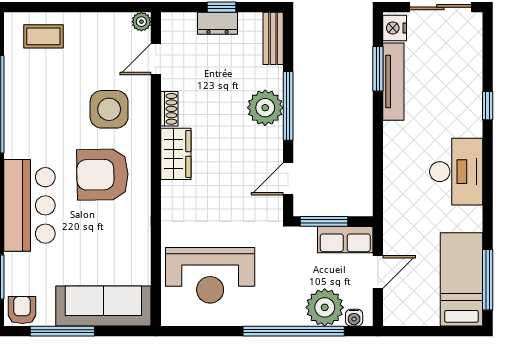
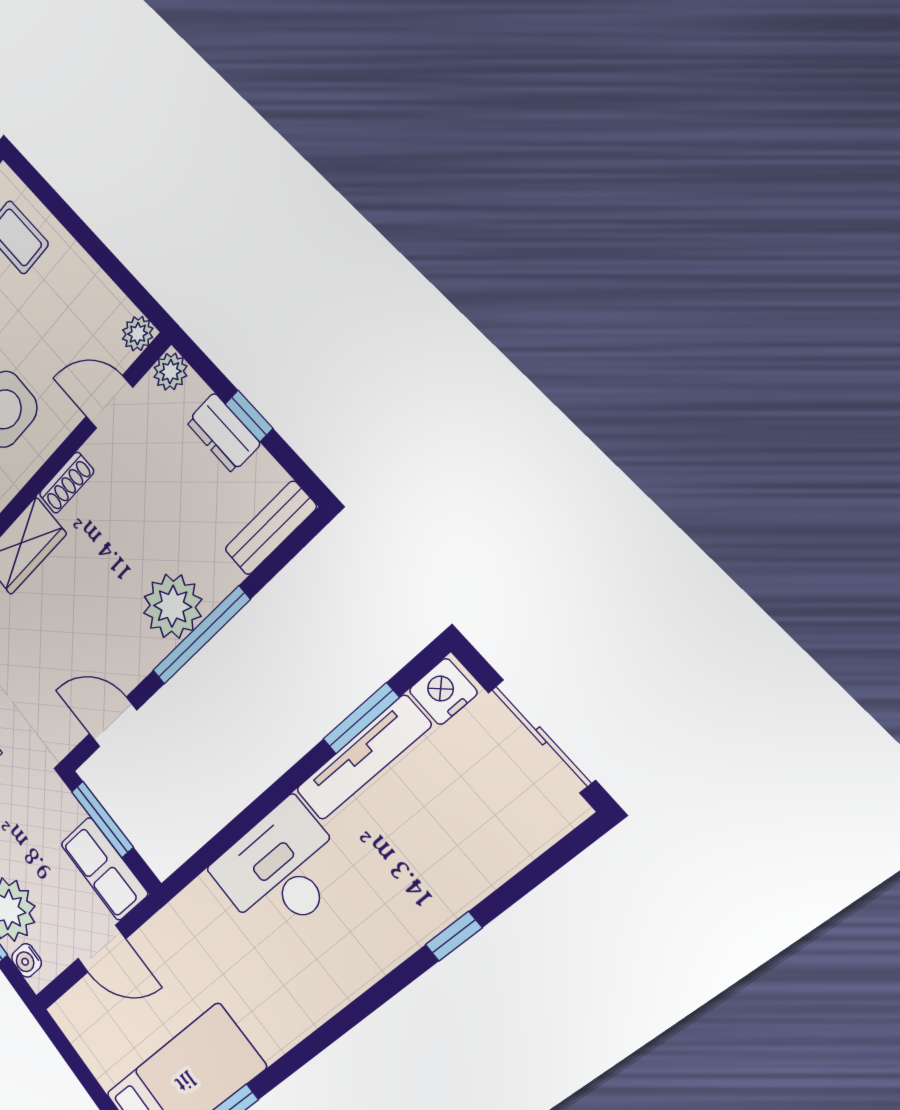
plant: (171, 22) -> (170, 372), added
desk: (456, 172) -> (281, 870), moved, turned 180

